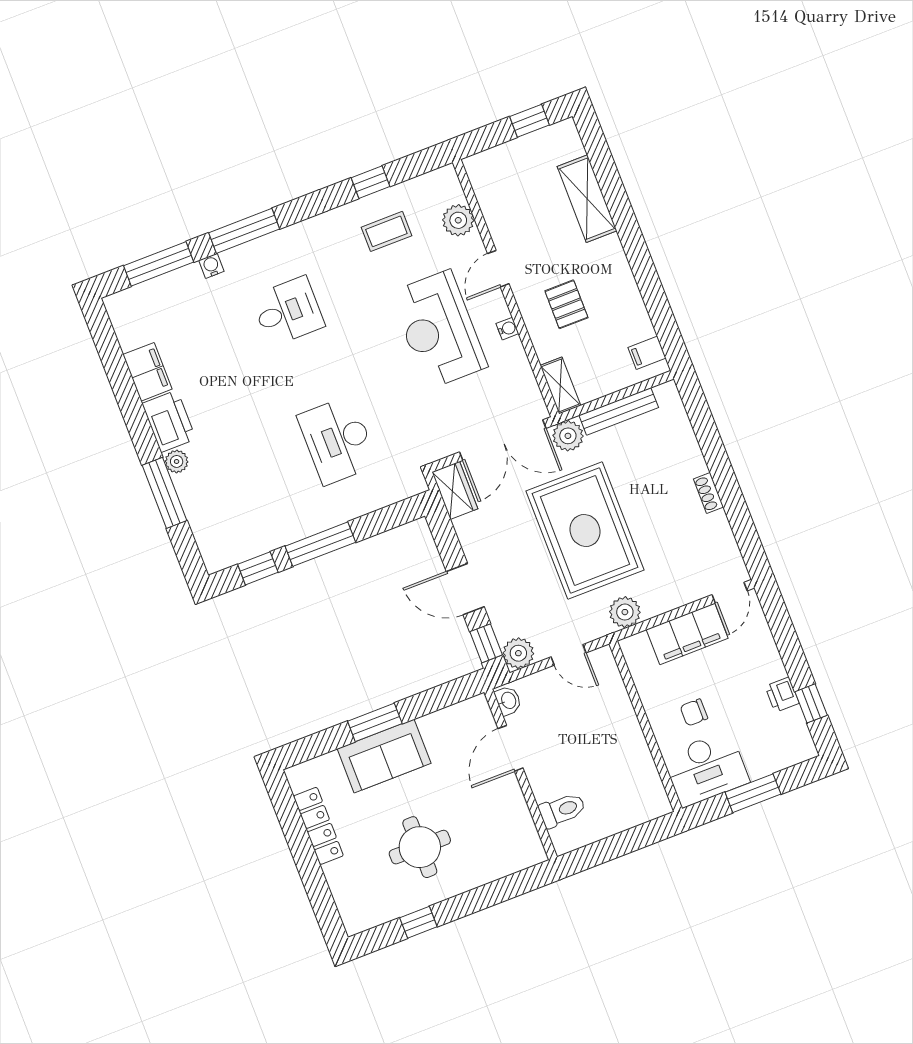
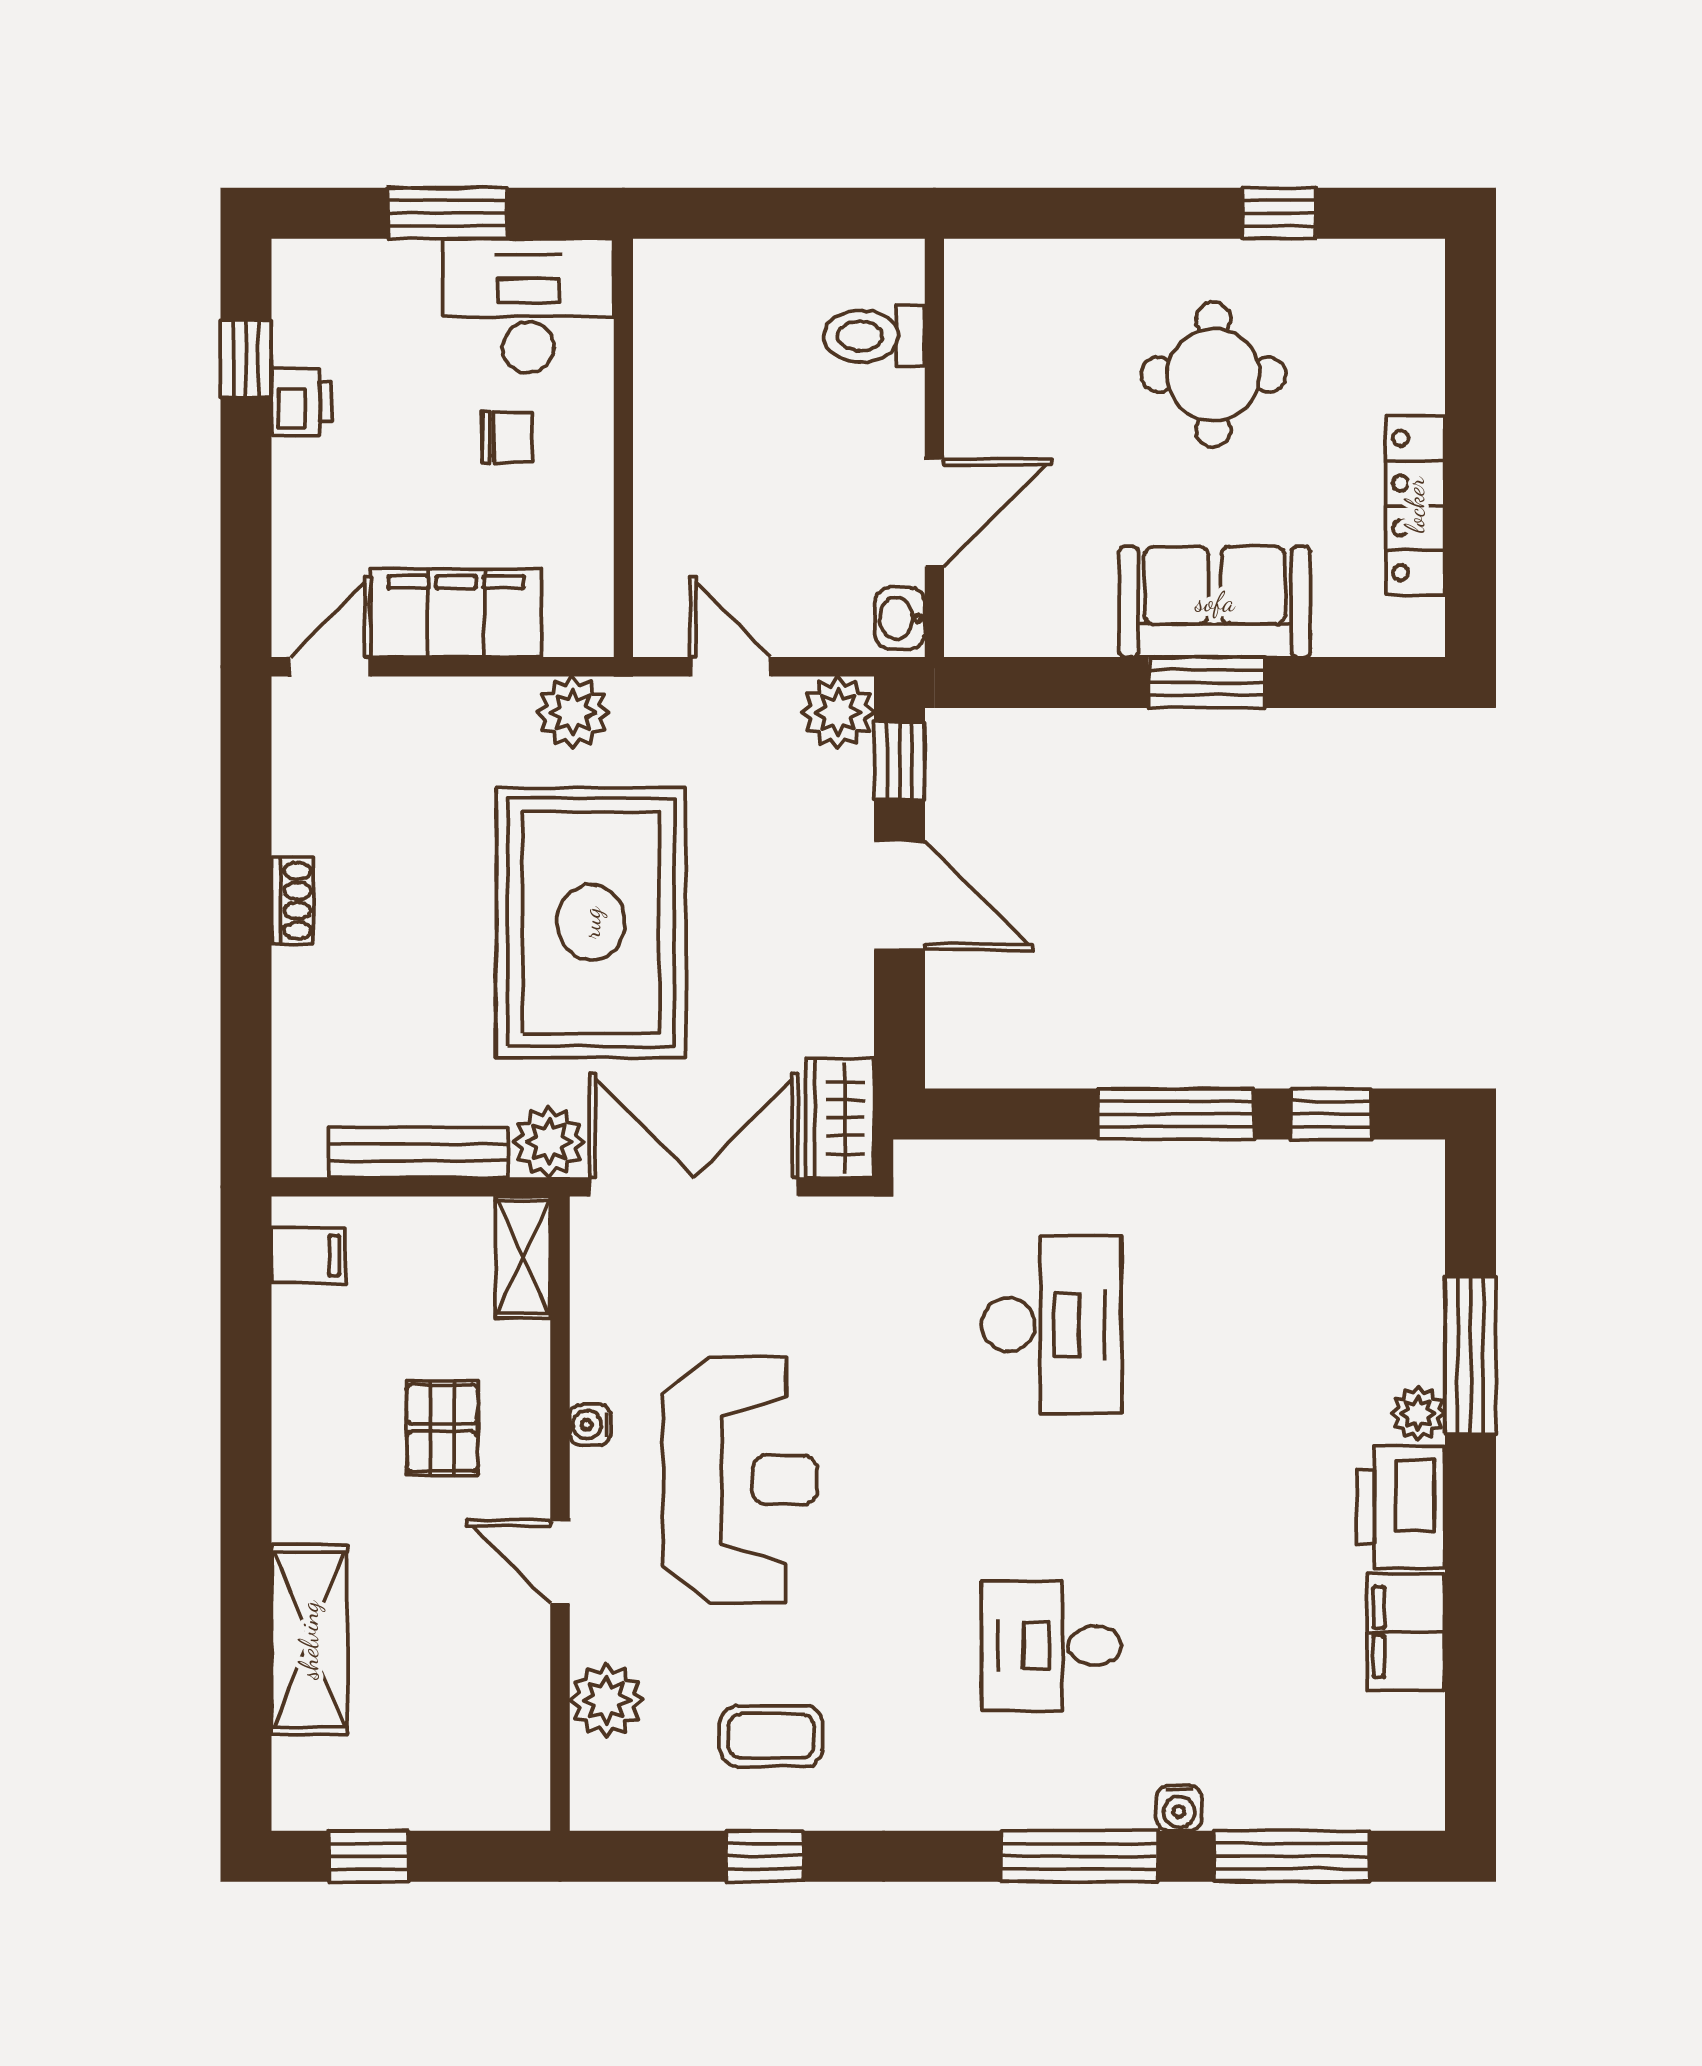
door: (498, 269) -> (560, 1562), swing flipped

